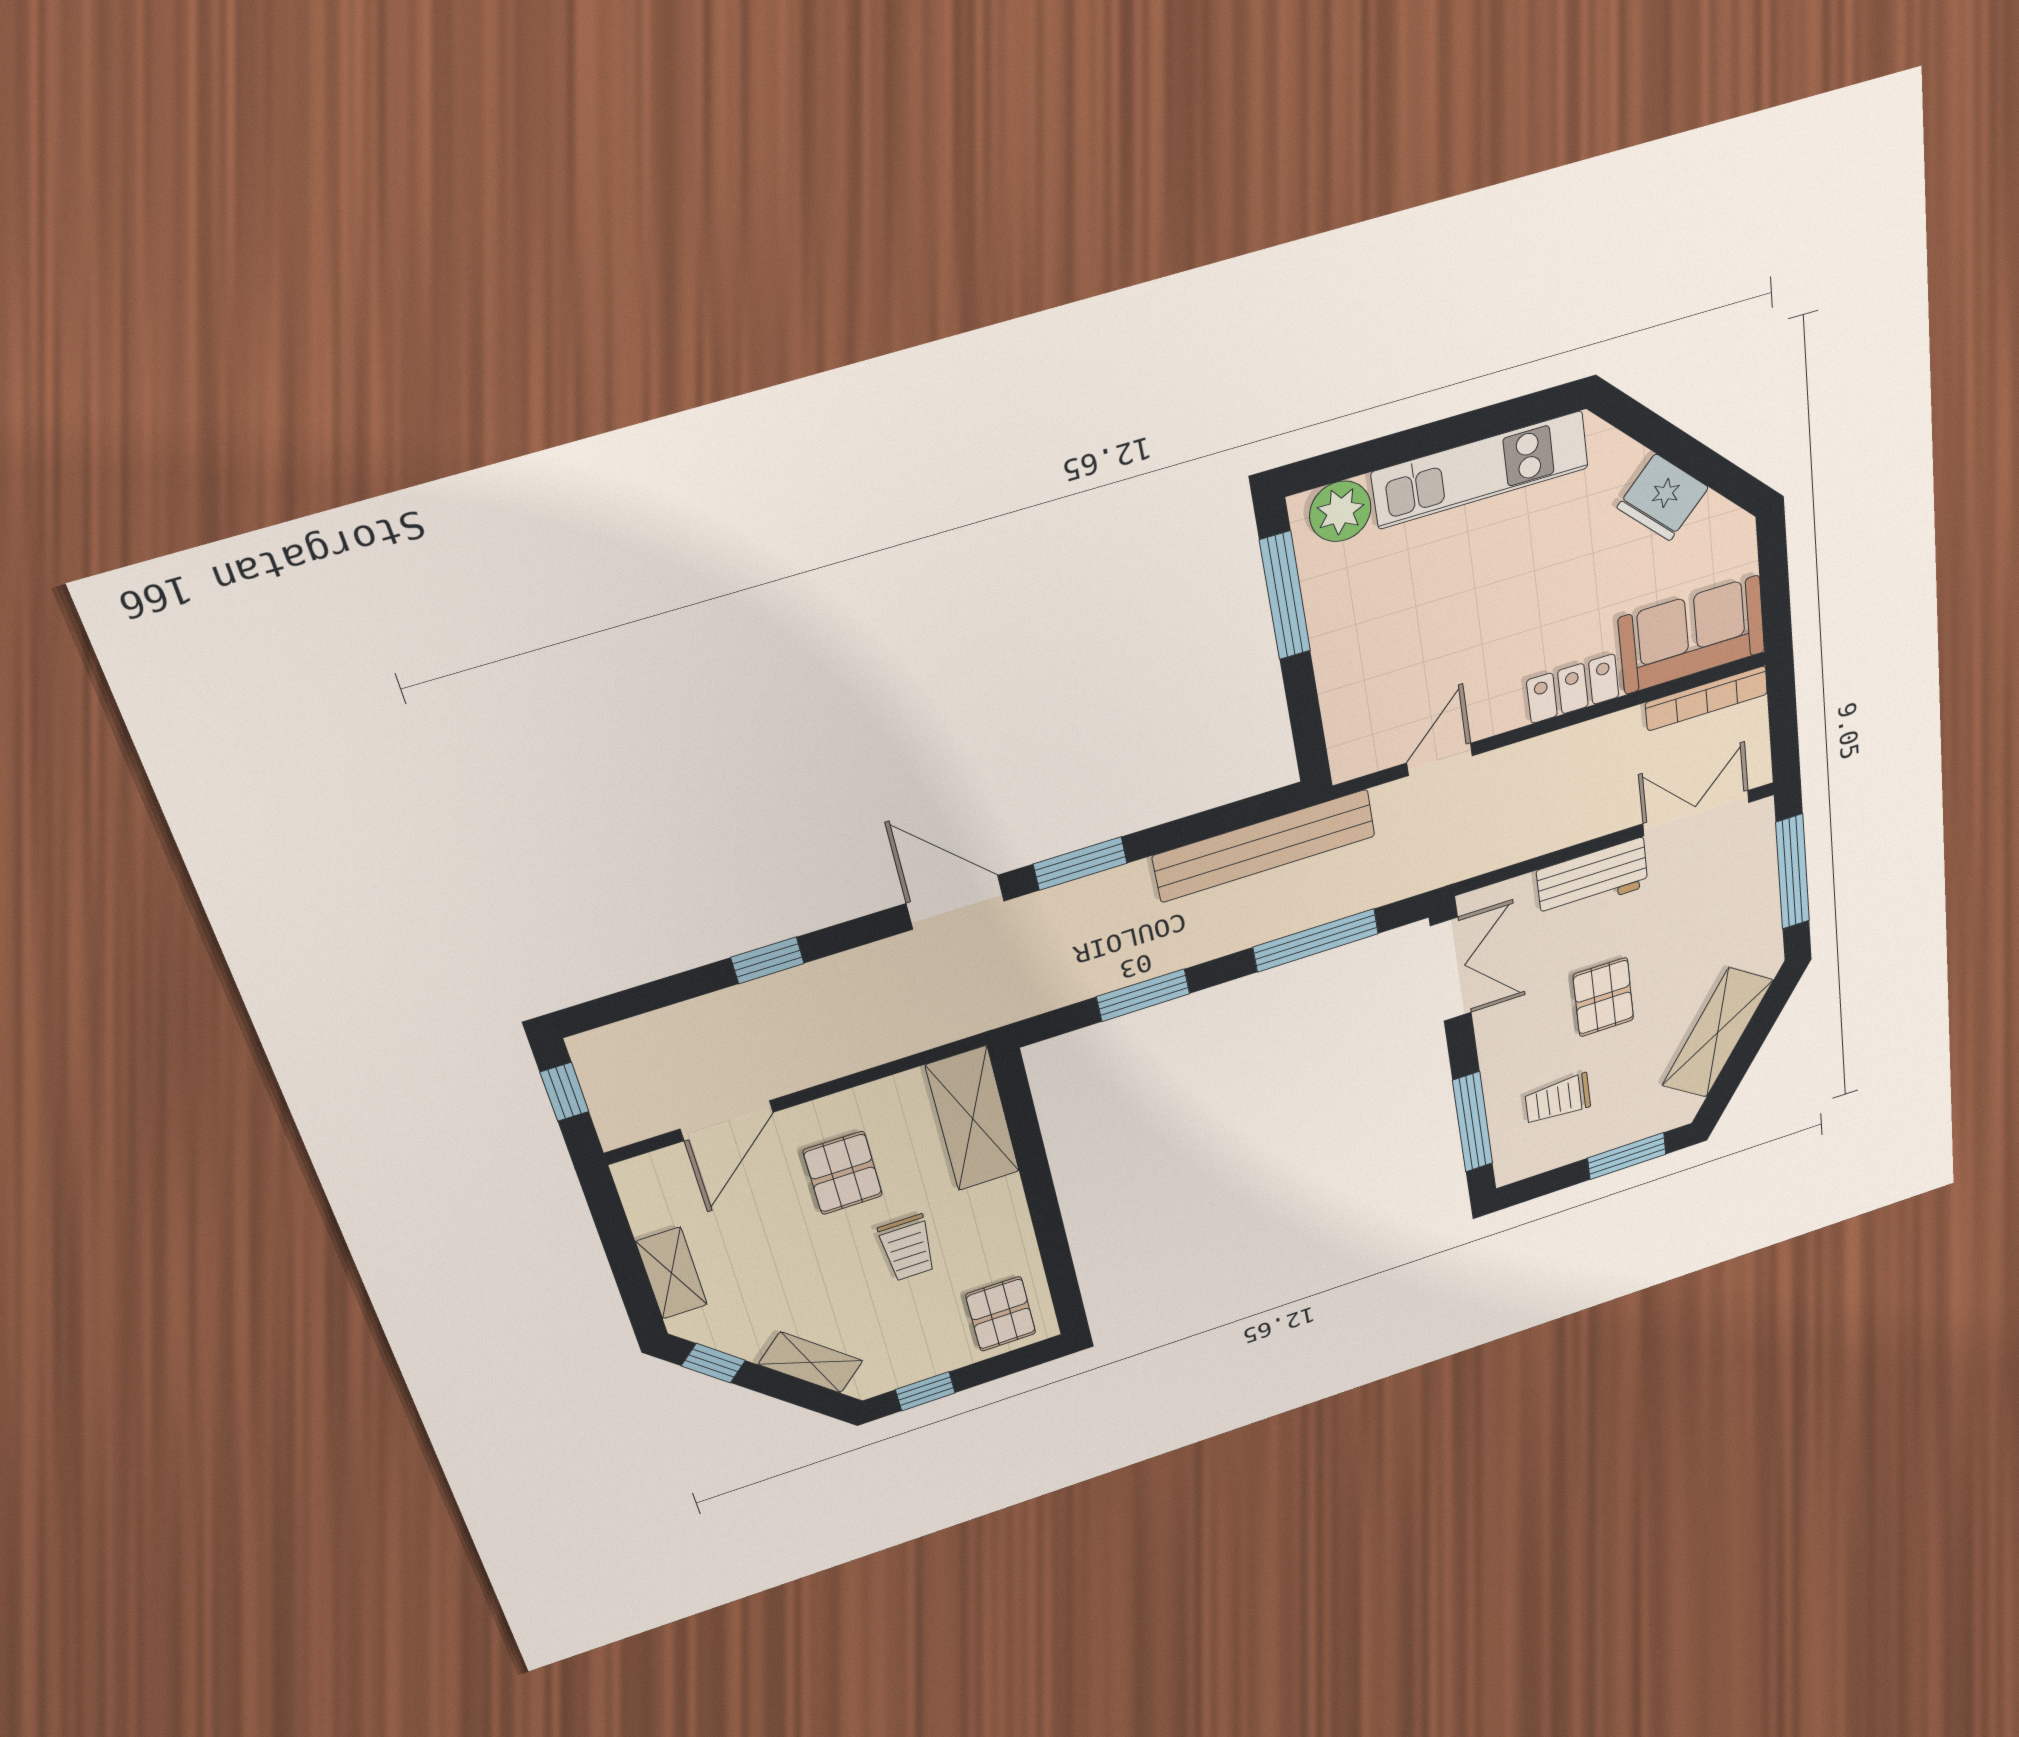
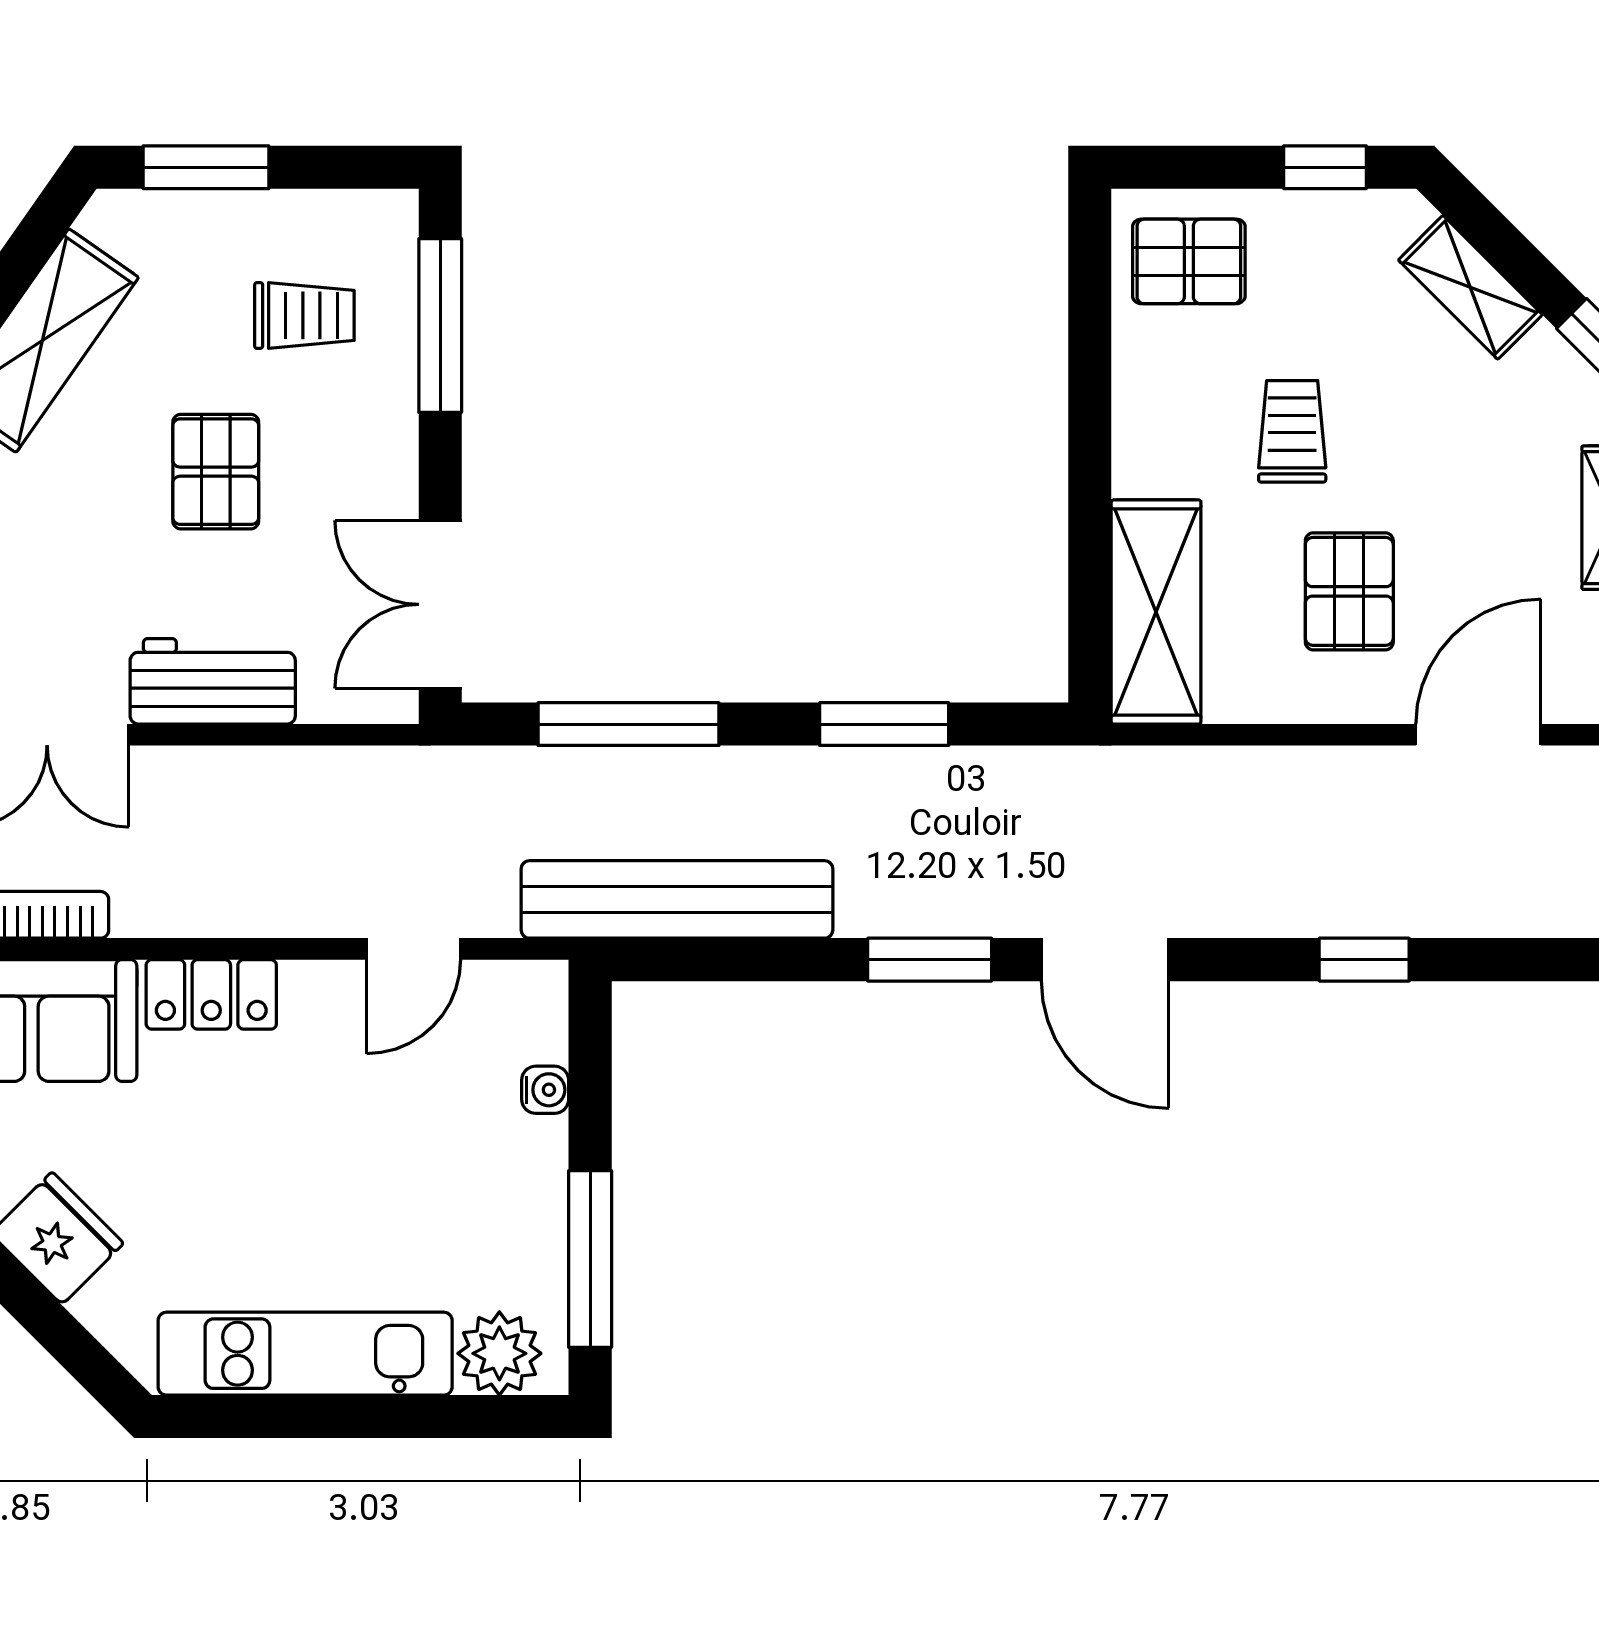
water cooler: (1335, 698) -> (545, 1090), added
pallet: (1001, 1314) -> (1189, 261), turned 90

